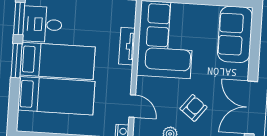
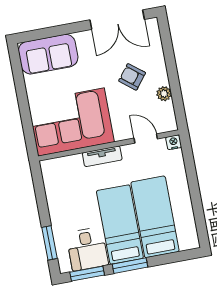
tv unit: (127, 46) -> (102, 156), moved
door: (132, 106) -> (146, 138), hinge flipped

